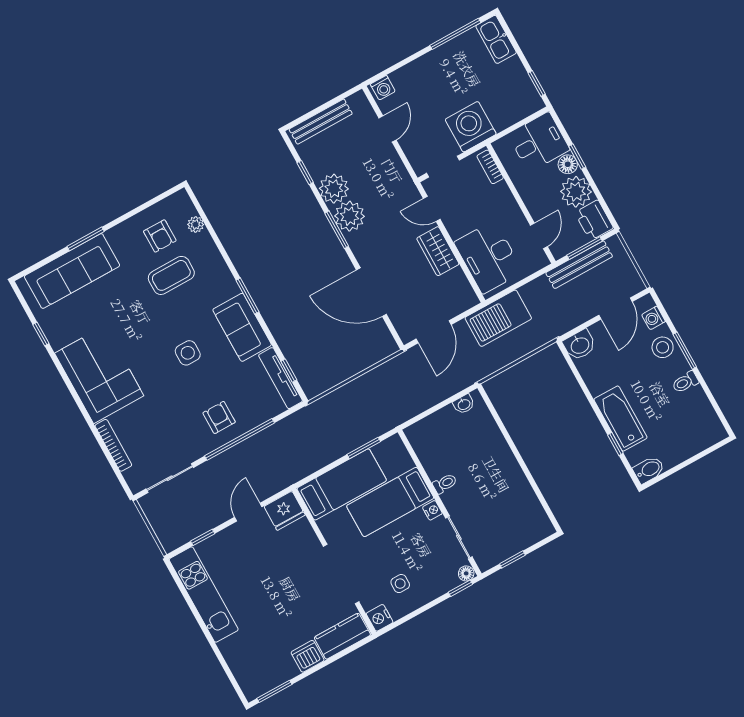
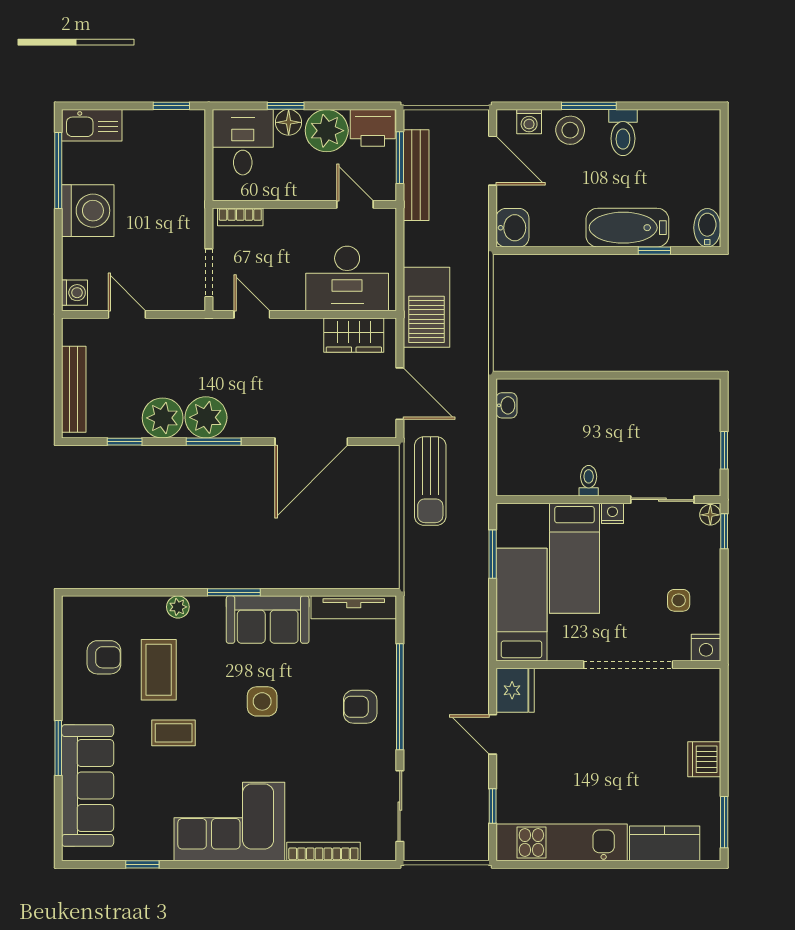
washing machine: (471, 127) -> (88, 211), moved, turned 180
door: (432, 209) -> (252, 314), swing flipped
plant: (196, 224) -> (178, 607), moved
wardrobe: (438, 251) -> (354, 335), moved
coffee table: (136, 307) -> (174, 733), added
window: (289, 371) -> (350, 592), removed
sun lounger: (388, 382) -> (430, 481), added
toilet: (685, 382) -> (623, 133), width x1.37, depth x1.39
kitchen counter: (342, 636) -> (665, 843), moved, turned 90

